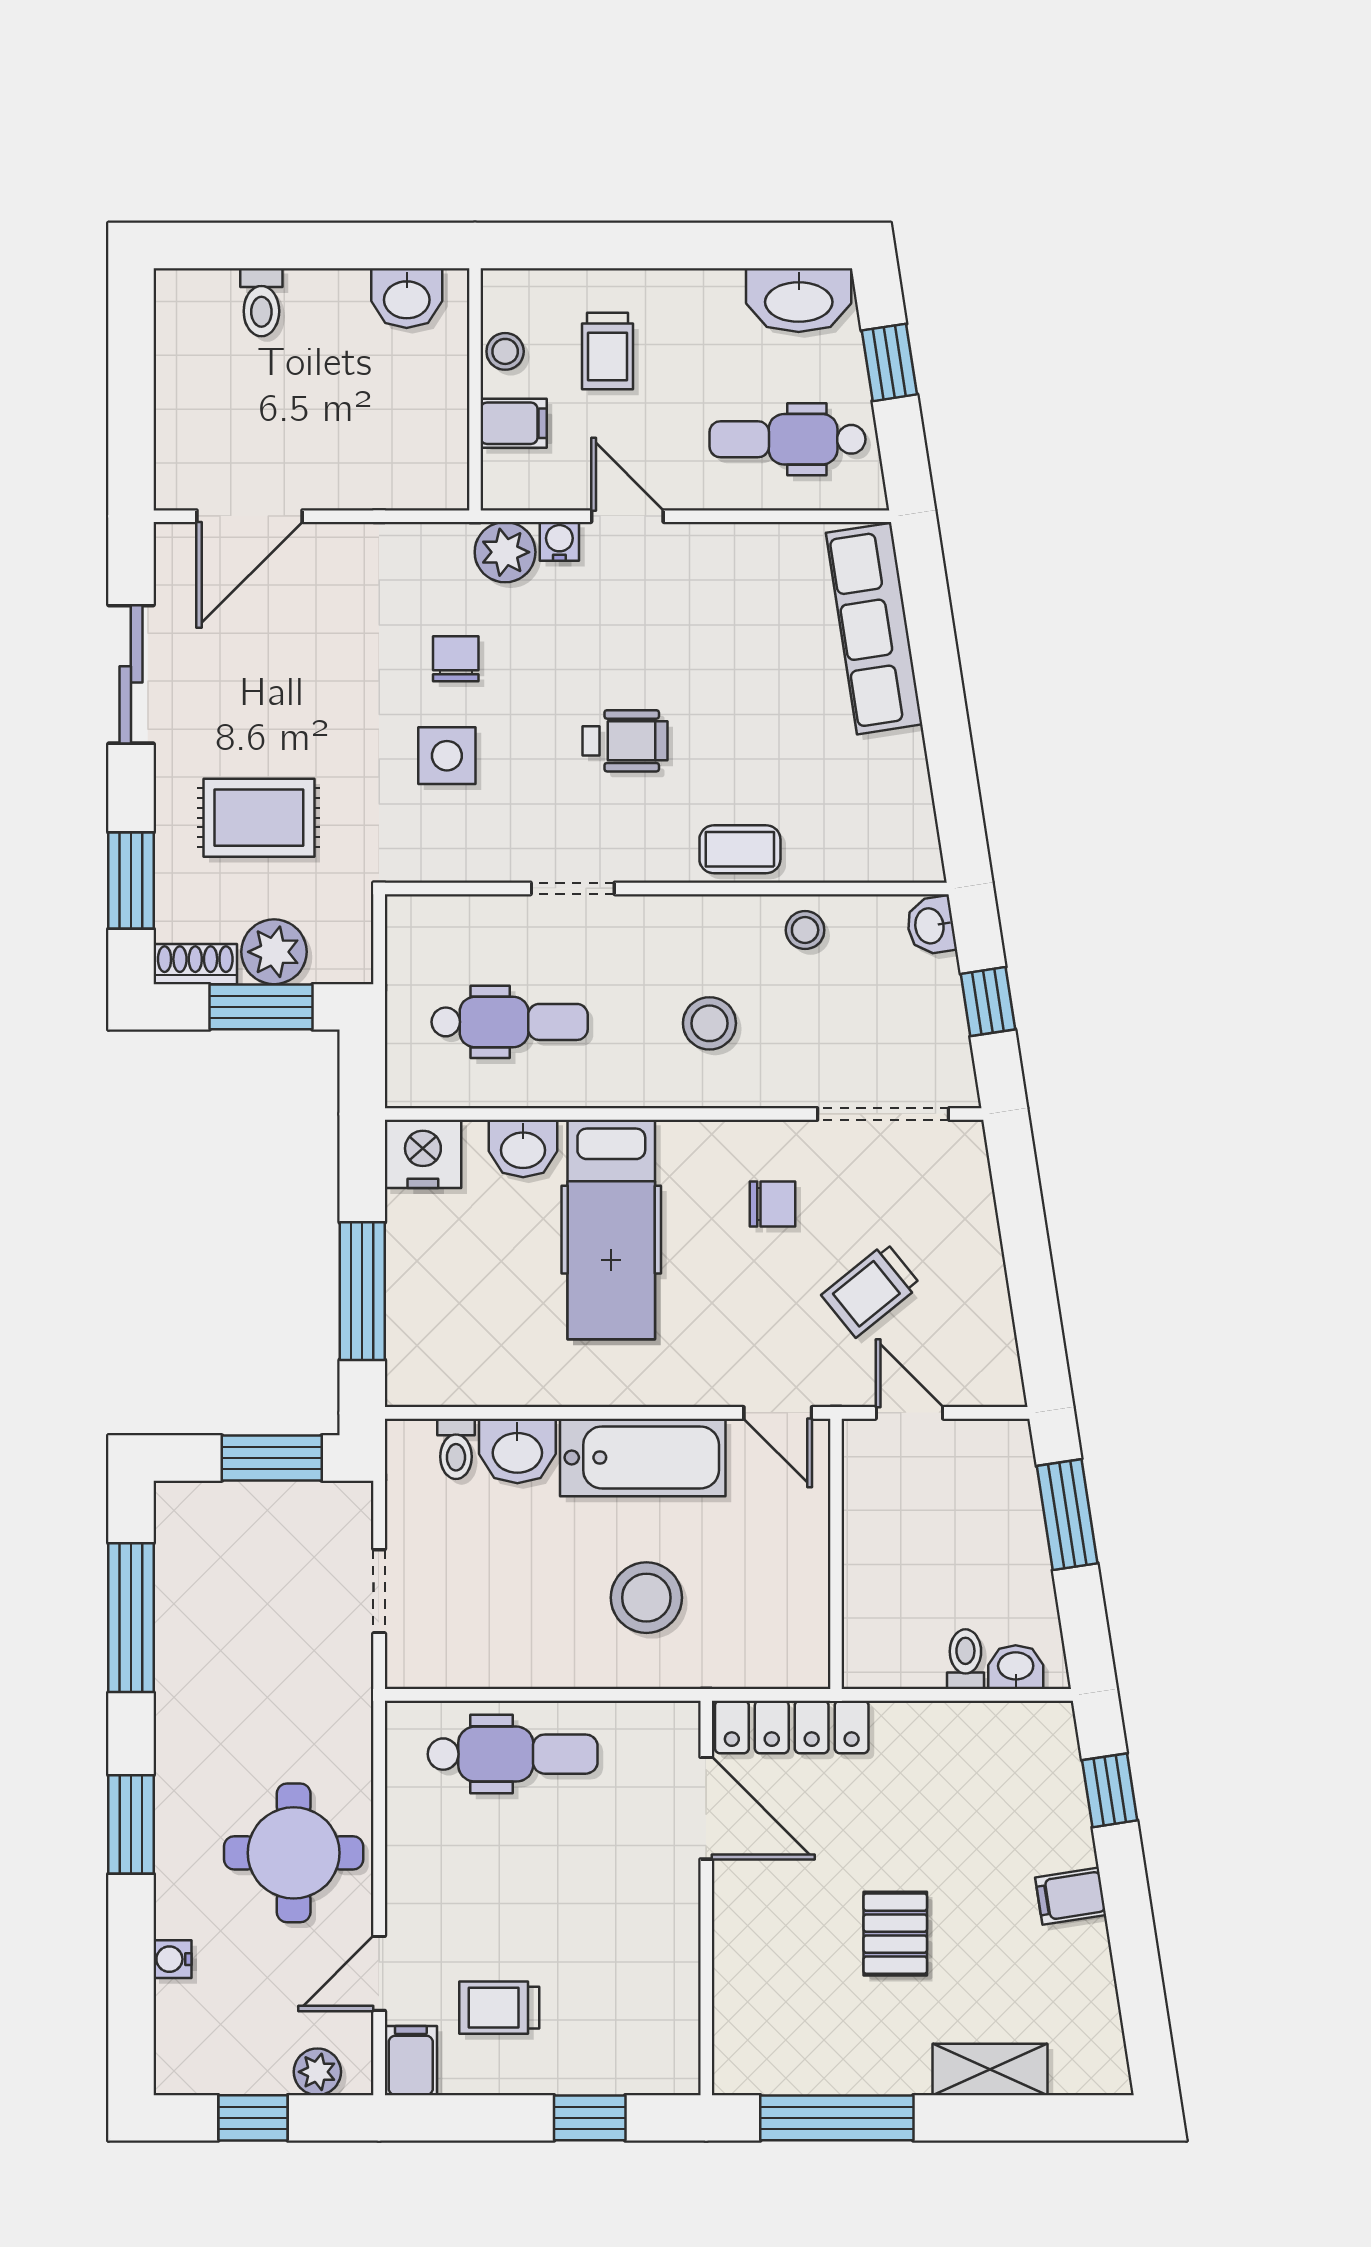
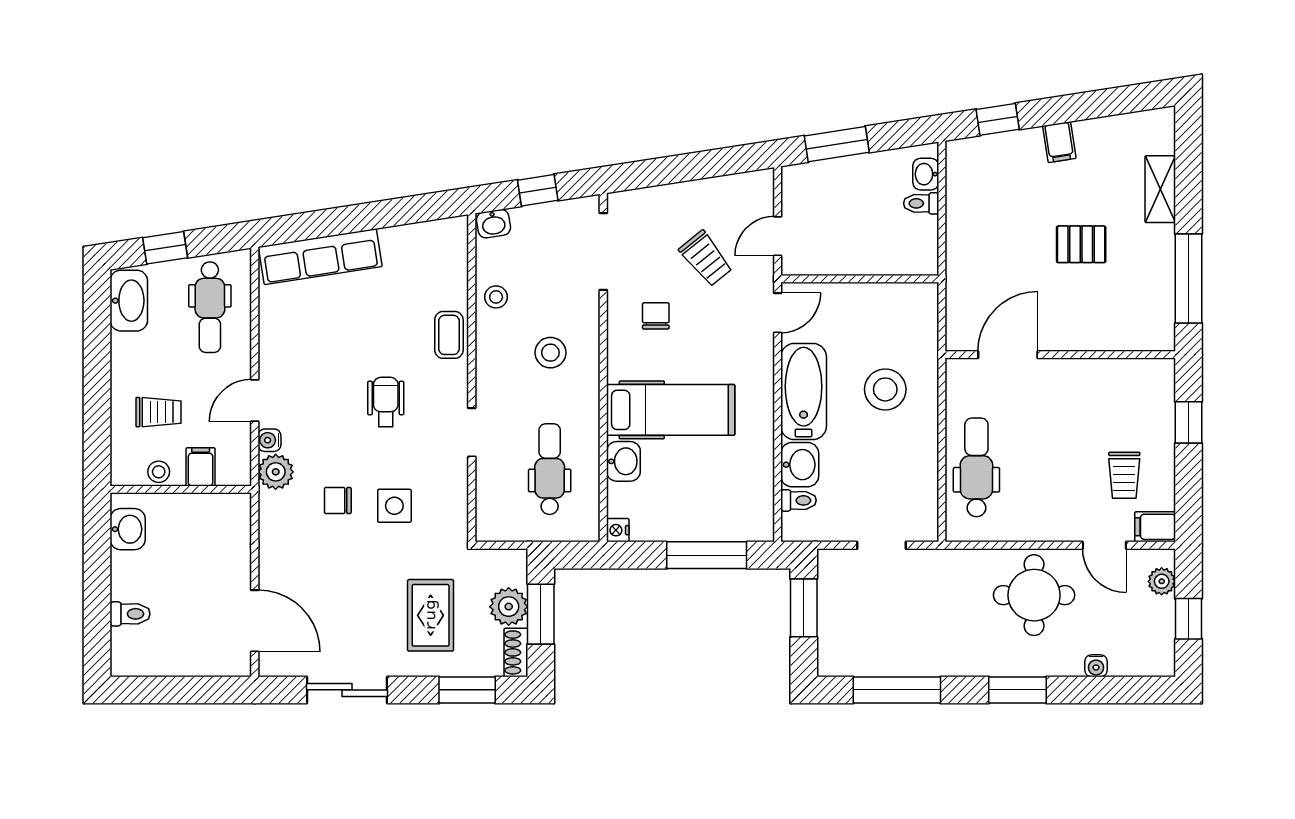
nightstand: (423, 1154) -> (618, 530), width x0.53, depth x0.56
locker: (792, 1727) -> (961, 305), removed

